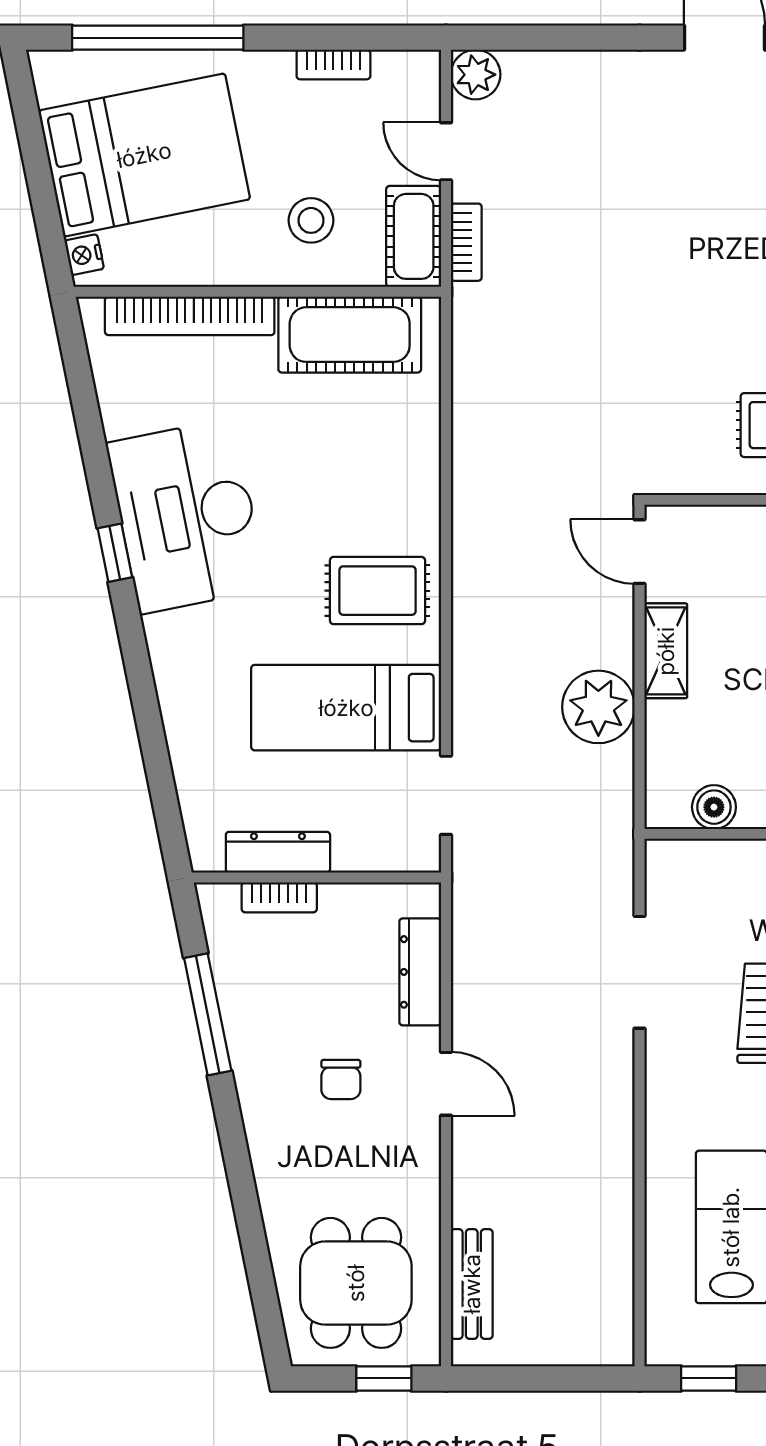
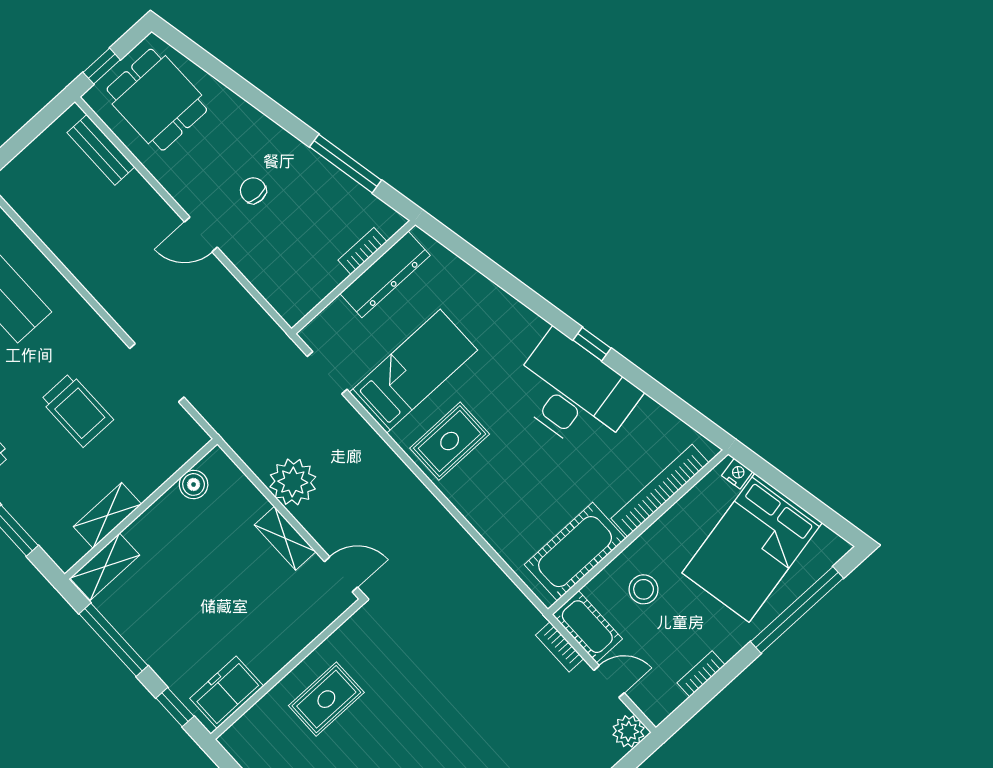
dresser: (278, 852) -> (385, 274), width x1.37, depth x1.24
dresser: (420, 972) -> (262, 277), removed

